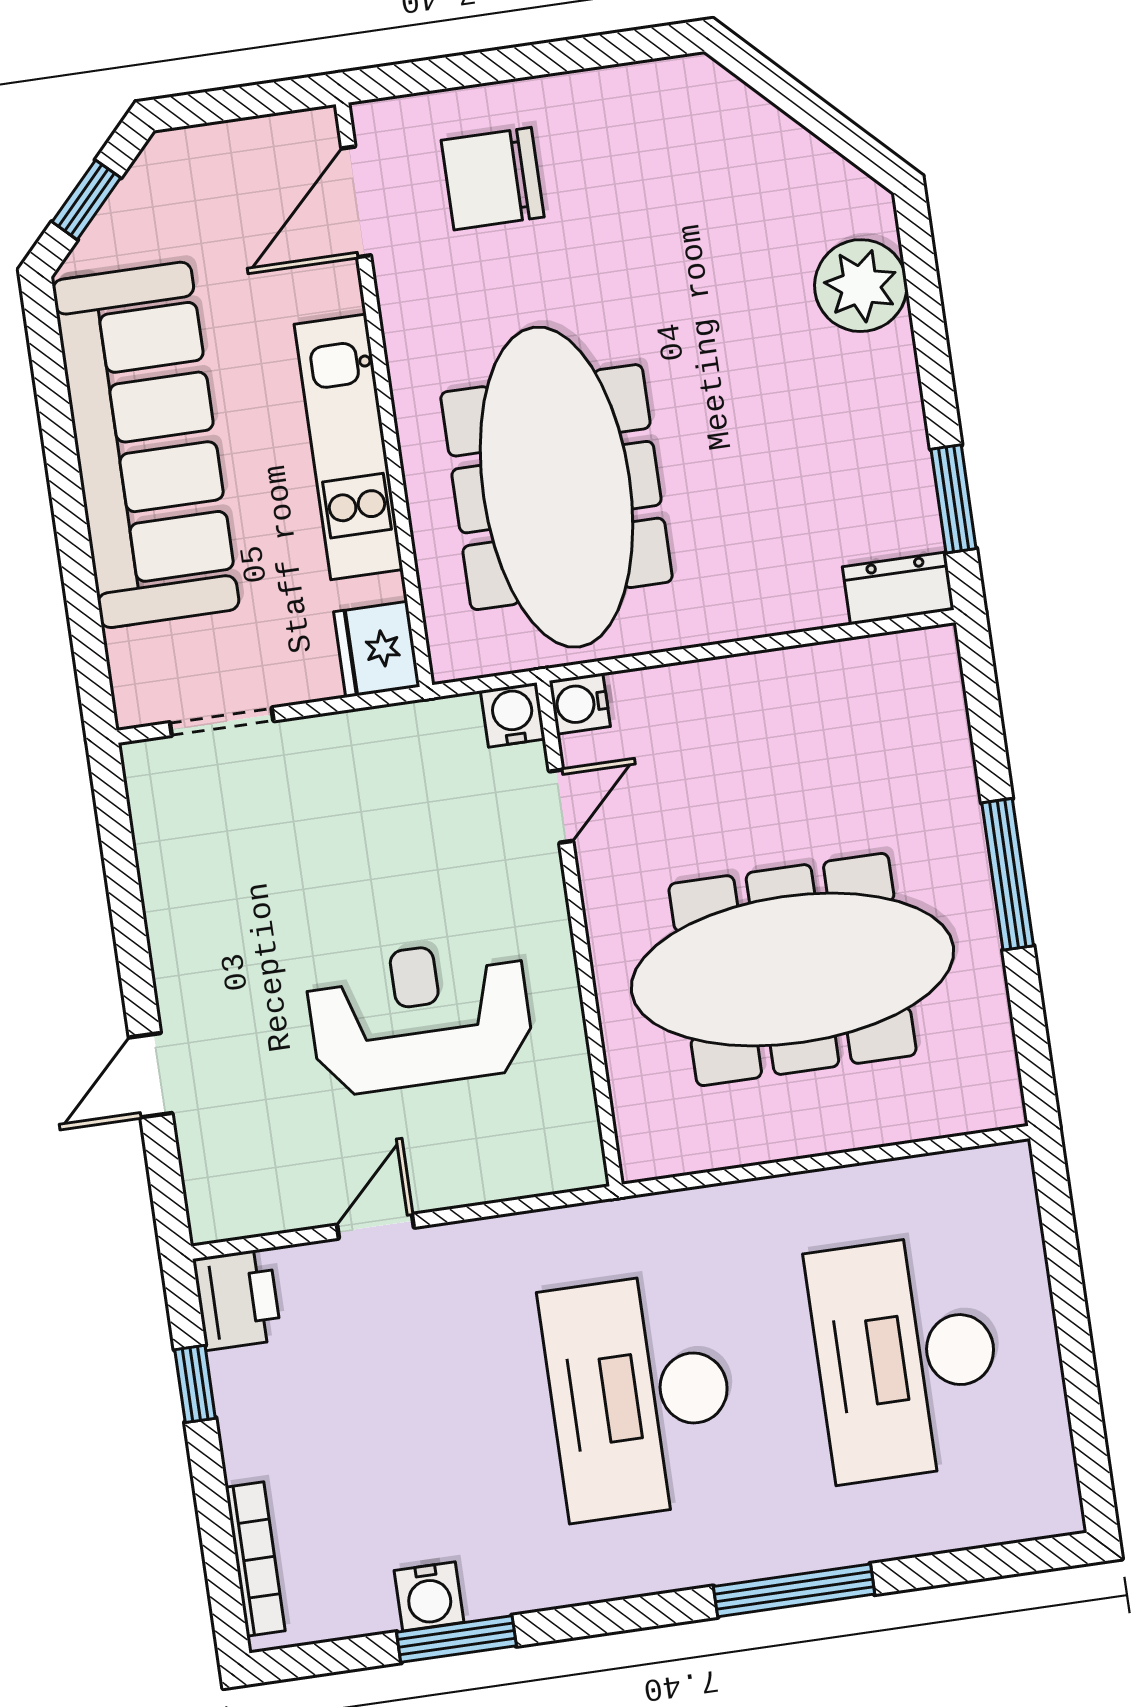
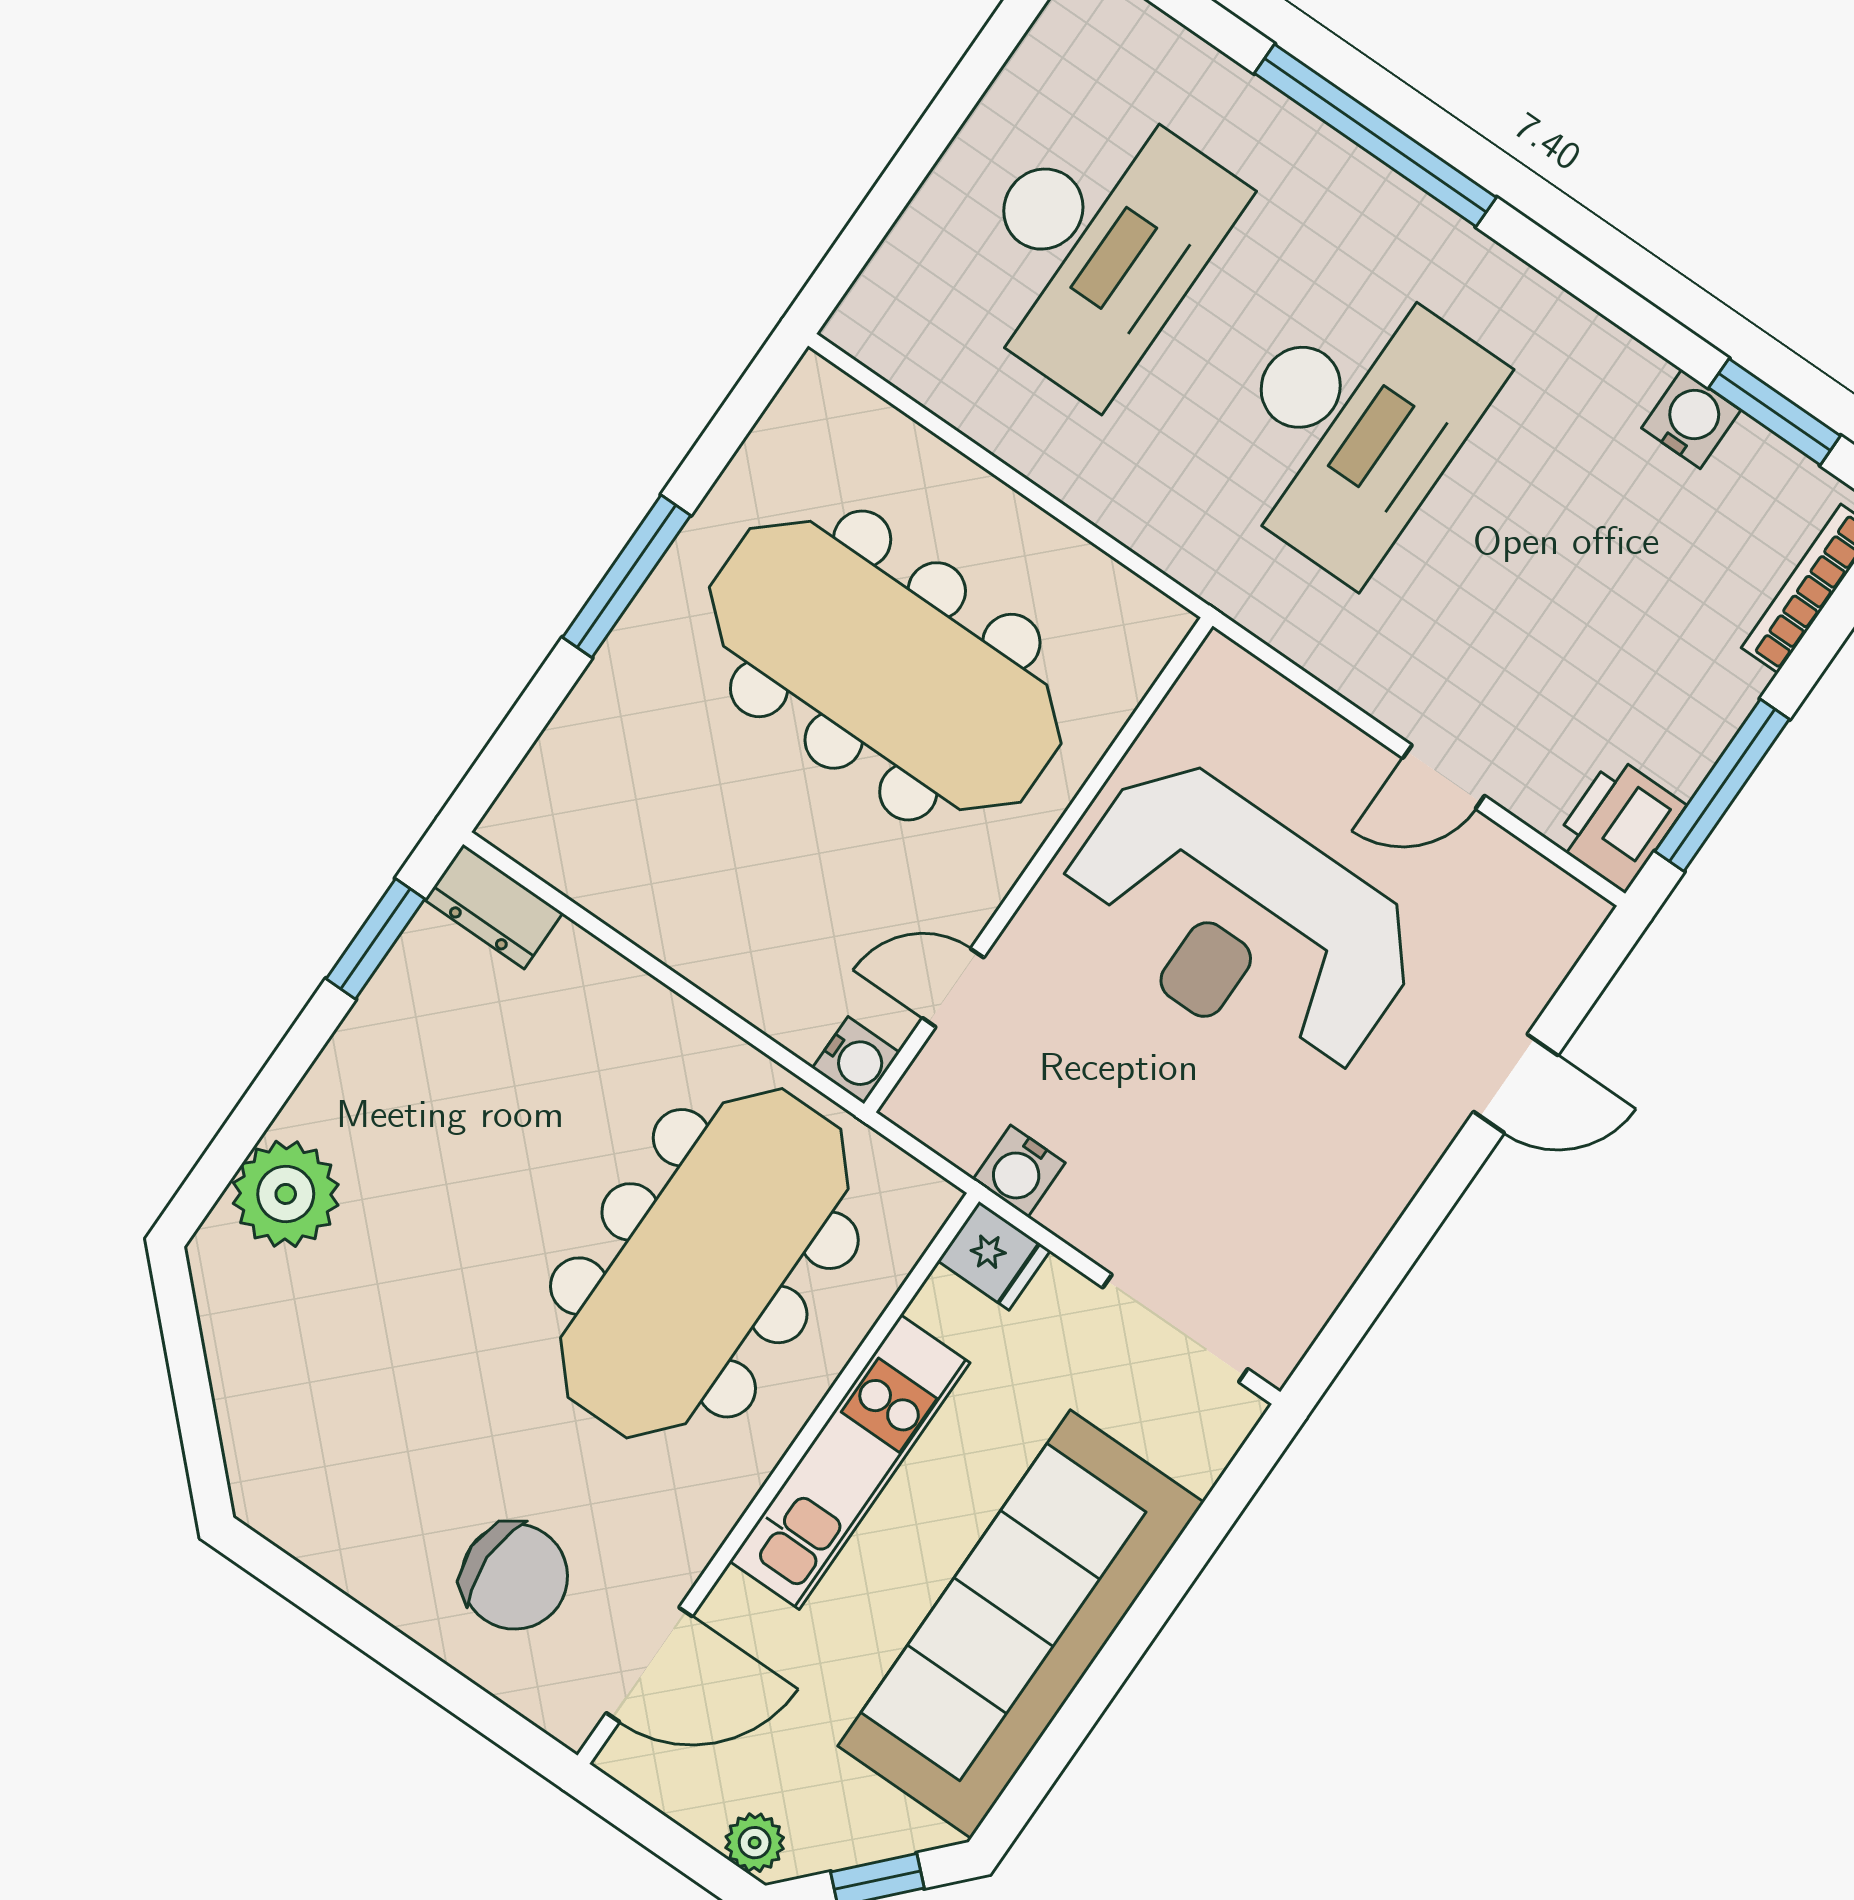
plant: (186, 151) -> (755, 1843), added
fridge: (377, 649) -> (994, 1256), width x0.72
water cooler: (513, 715) -> (1019, 1171), moved
doorway: (222, 722) -> (1175, 1328), width x1.38
reception desk: (420, 1016) -> (1240, 921), width x1.36, depth x1.30
window: (195, 1384) -> (1722, 785), width x2.17
window: (794, 1590) -> (1375, 135), width x1.46
window: (456, 1639) -> (1775, 412), moved

